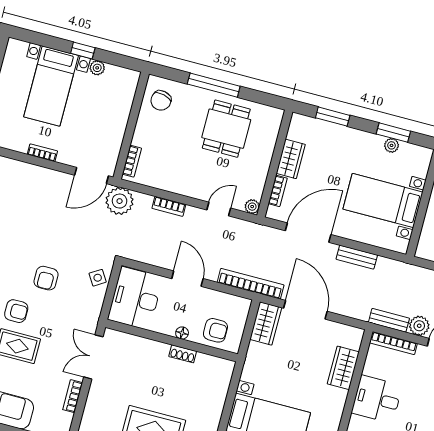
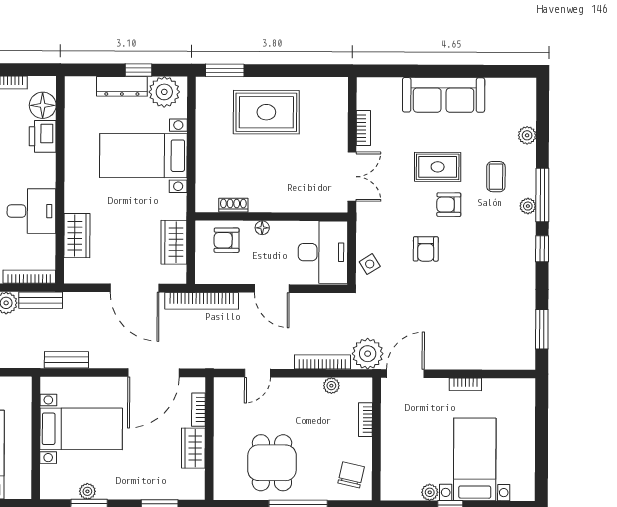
bookcase: (132, 161) -> (365, 420), moved
bookcase: (169, 206) -> (322, 362), width x1.56
plant: (252, 207) -> (331, 386), moved
bench: (357, 257) -> (66, 360), moved
armchair: (46, 278) -> (426, 249), turned 180
wardrobe: (266, 323) -> (174, 242), moved
shoe rack: (183, 354) -> (233, 205), moved

